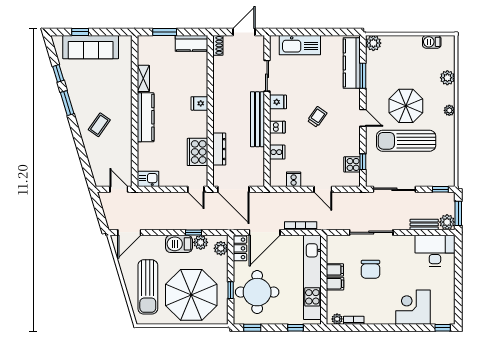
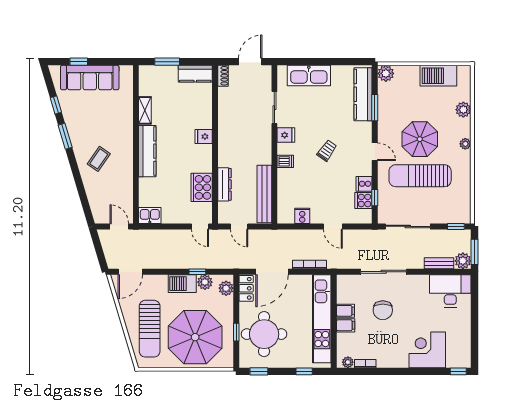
barbecue: (432, 42) -> (438, 76), width x1.88, depth x1.53
bench: (257, 119) -> (264, 194), moved
cooker: (277, 152) -> (364, 184), moved, turned 180
door: (233, 189) -> (239, 226), width x0.53

